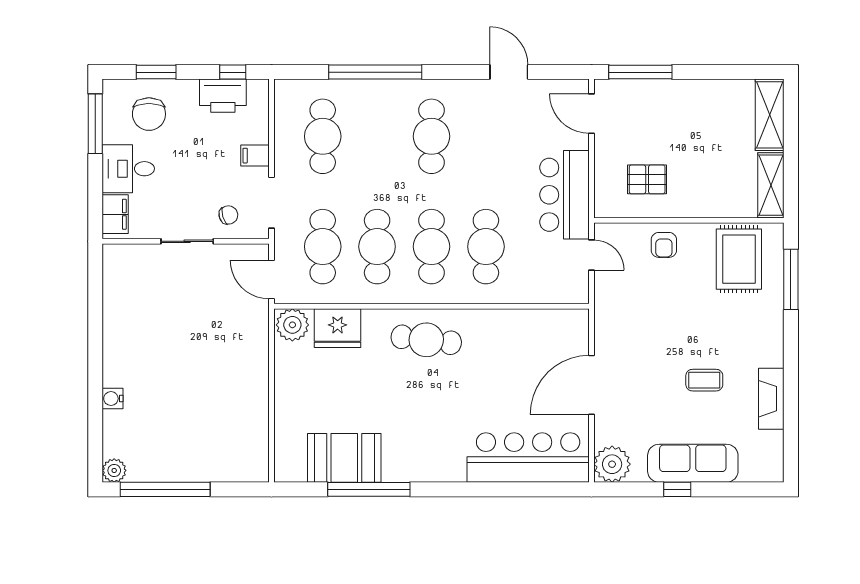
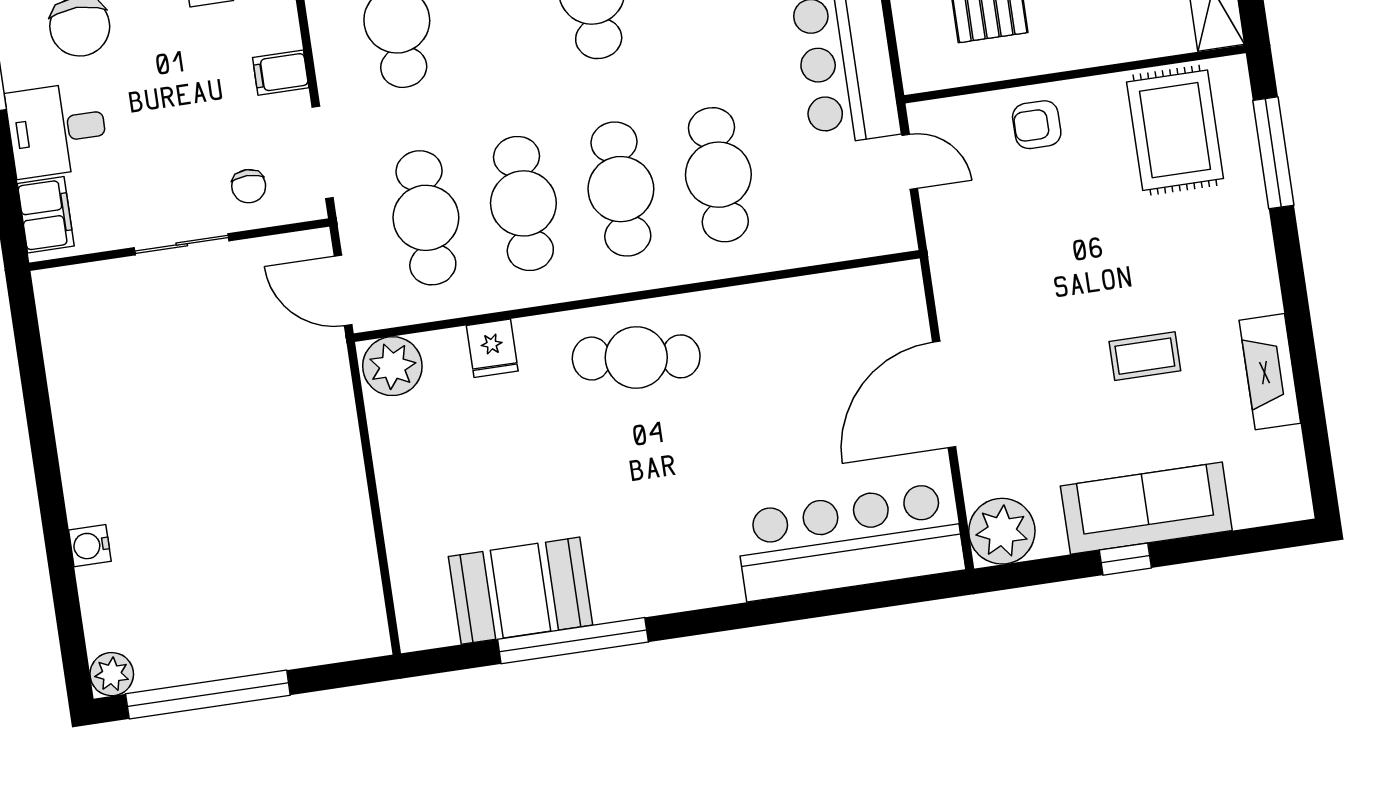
chair: (228, 215) -> (249, 186), turned 107
armchair: (664, 245) -> (1037, 125), turned 90
fridge: (338, 328) -> (492, 348), width x0.53, depth x0.75

